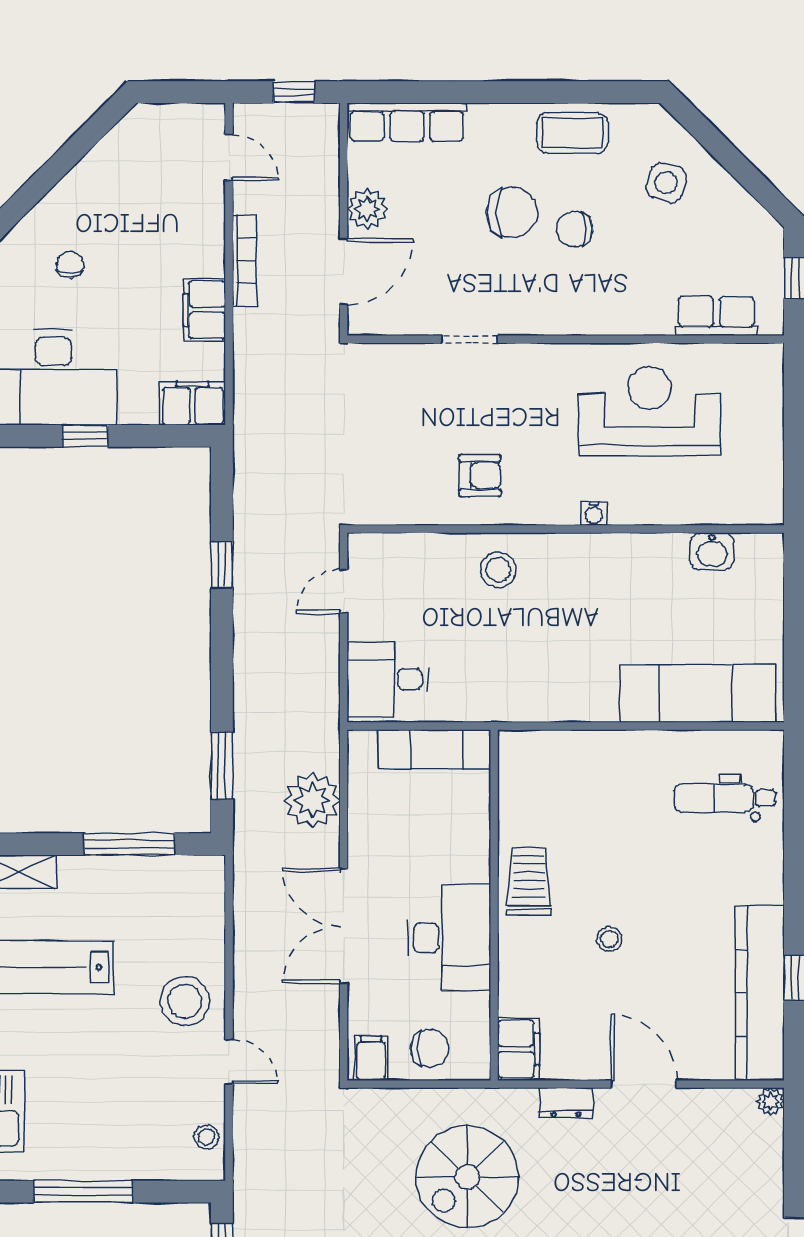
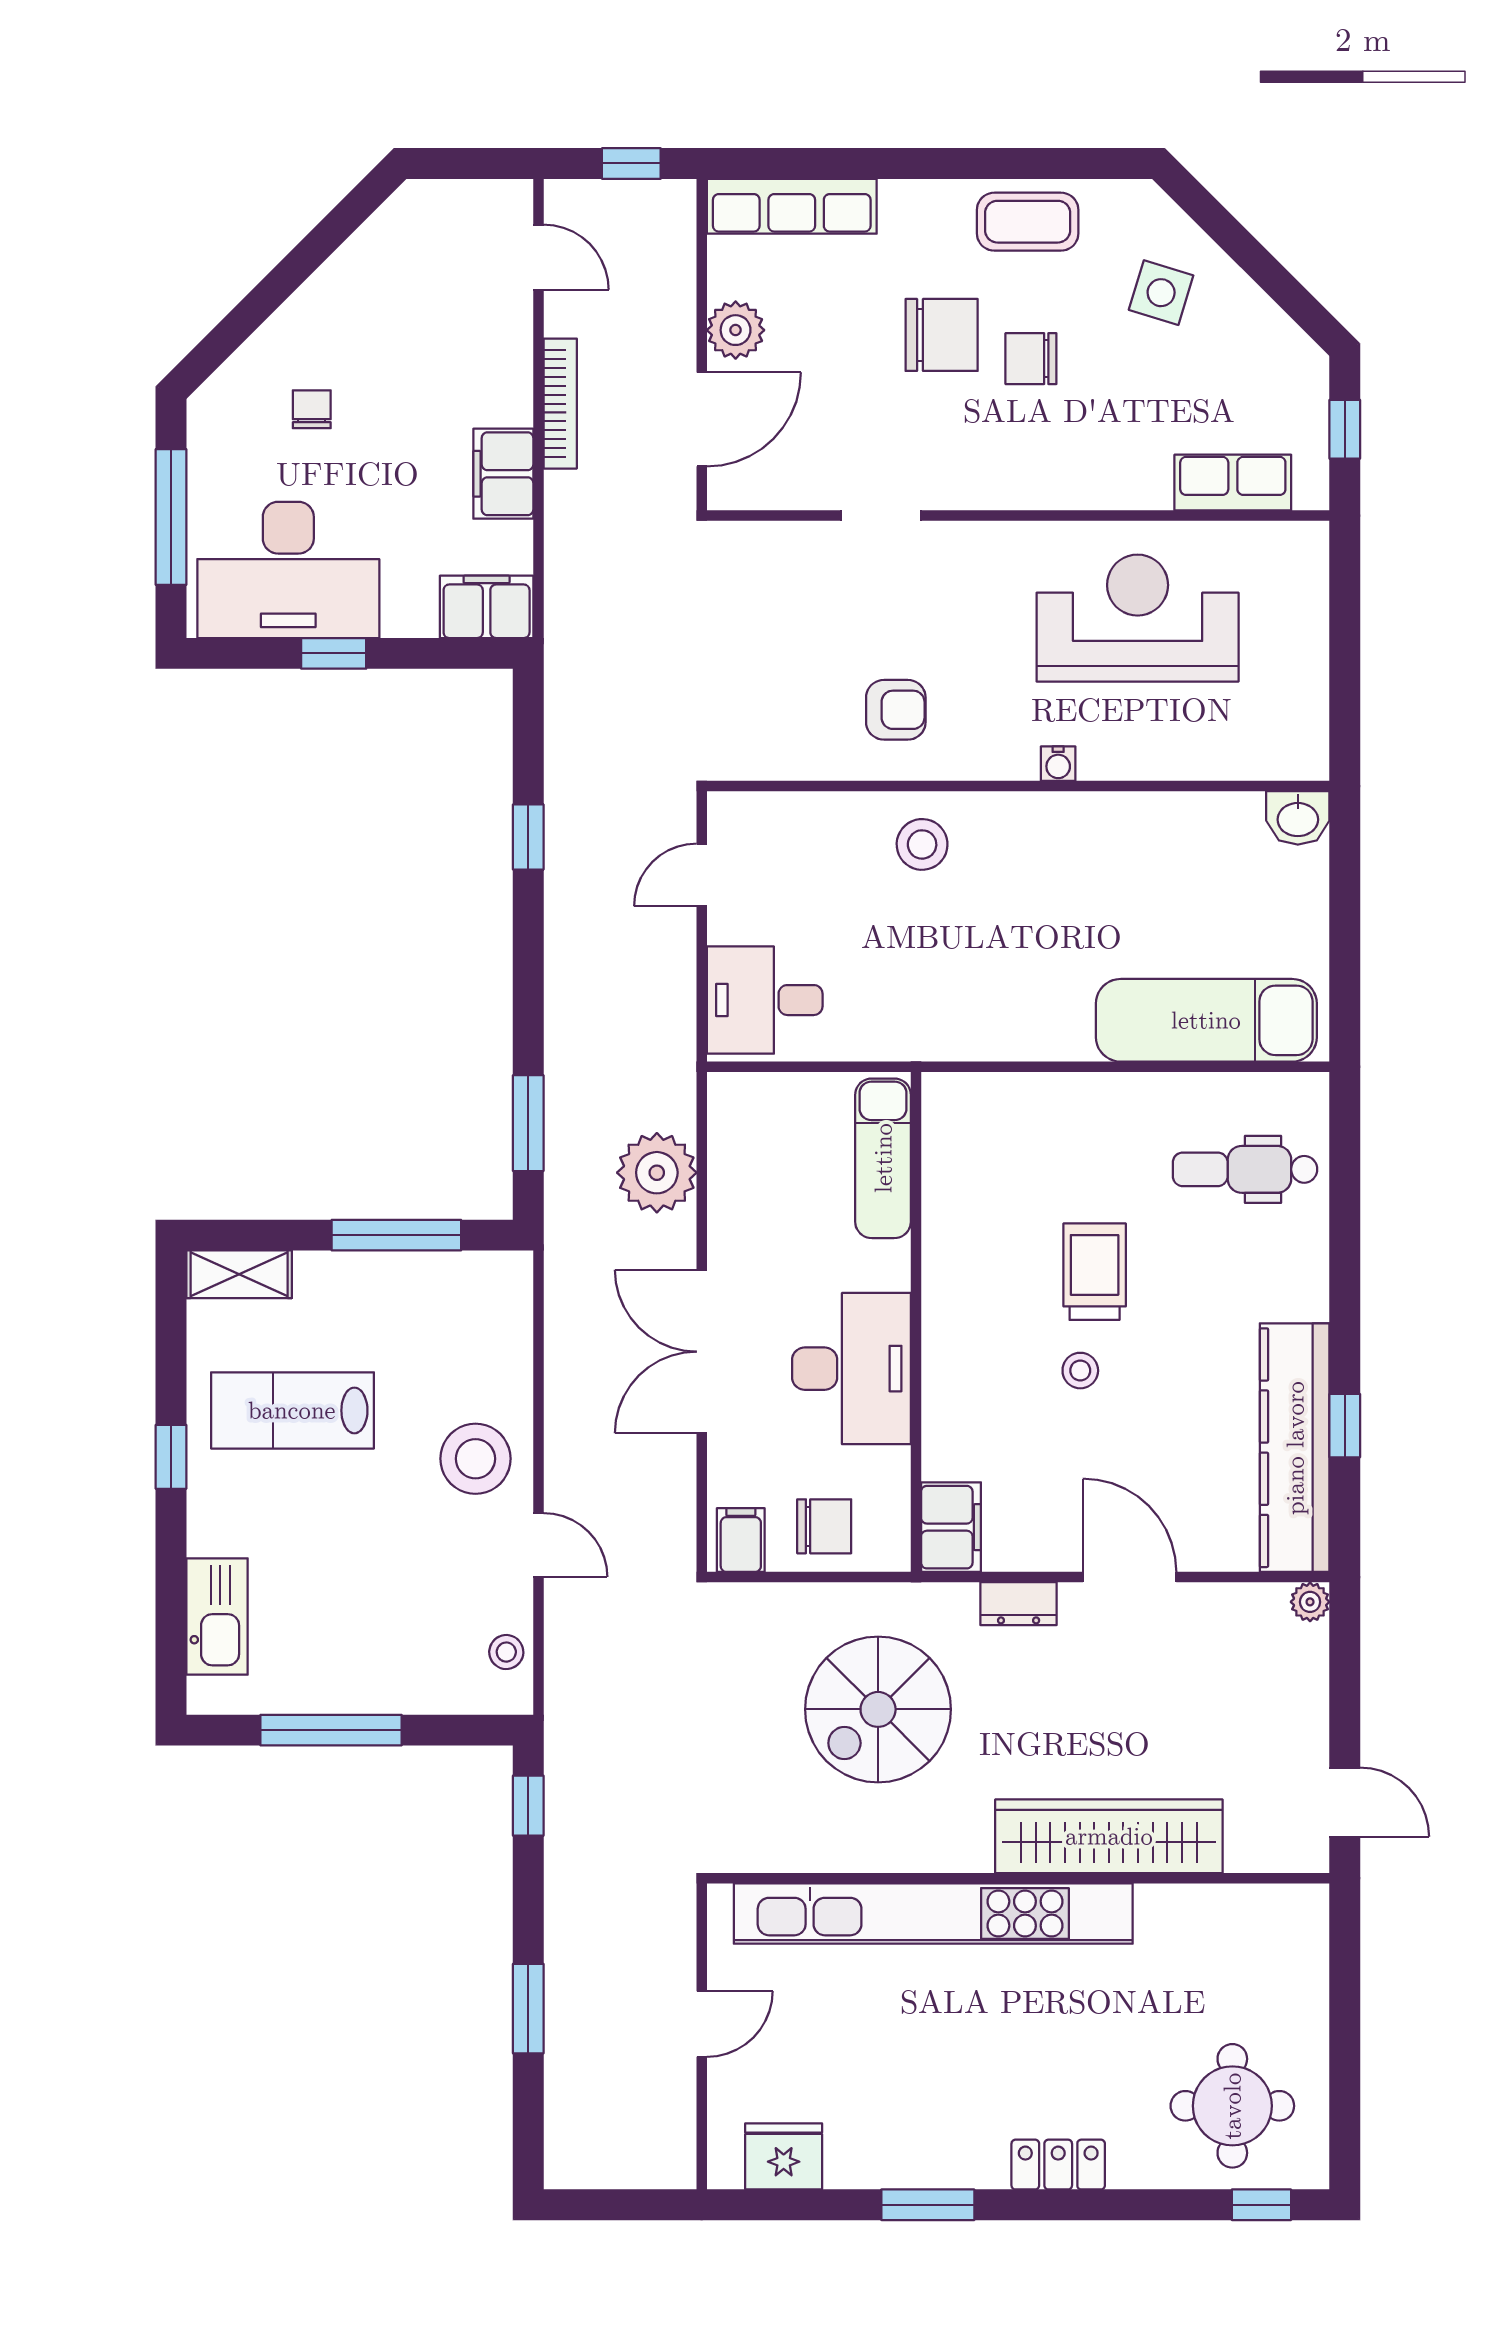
washbasin: (712, 551) -> (1298, 818), moved
exam couch: (435, 749) -> (883, 1158), moved, turned 90
trolley: (529, 881) -> (1095, 1272), moved

